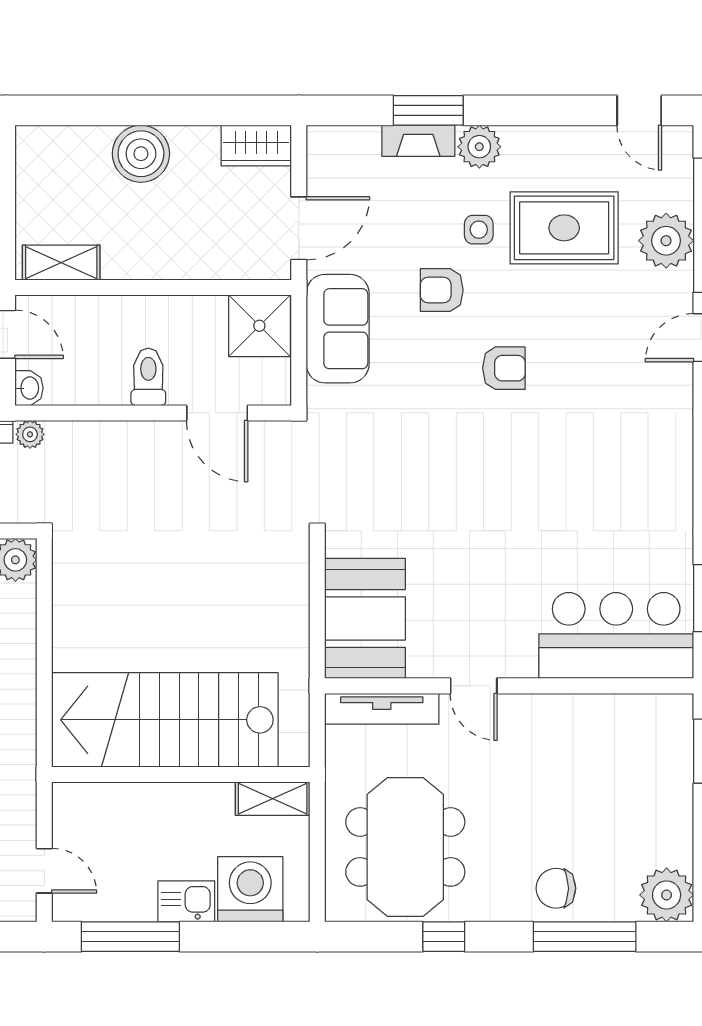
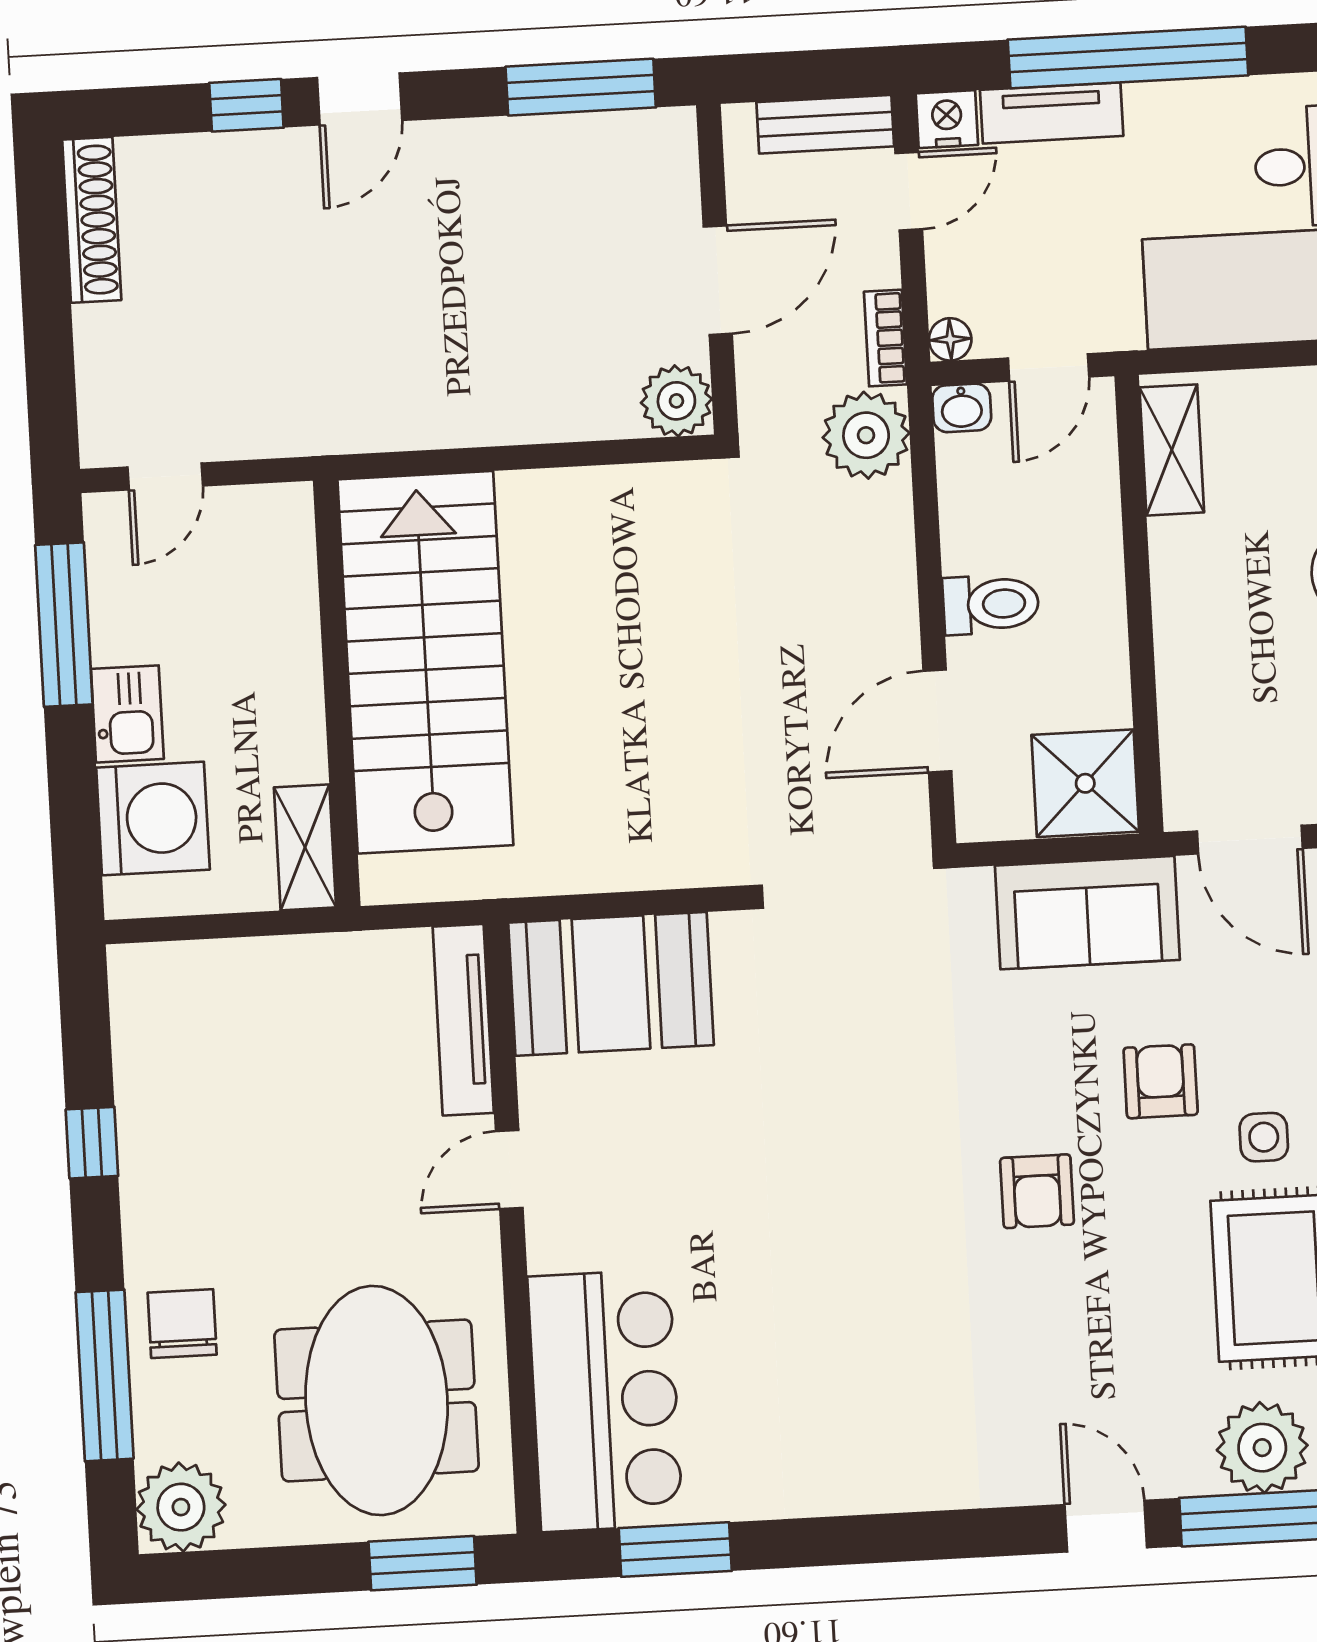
plant: (30, 434) -> (866, 435), width x1.88, depth x1.88
meeting table: (405, 847) -> (377, 1400), moved, turned 90

